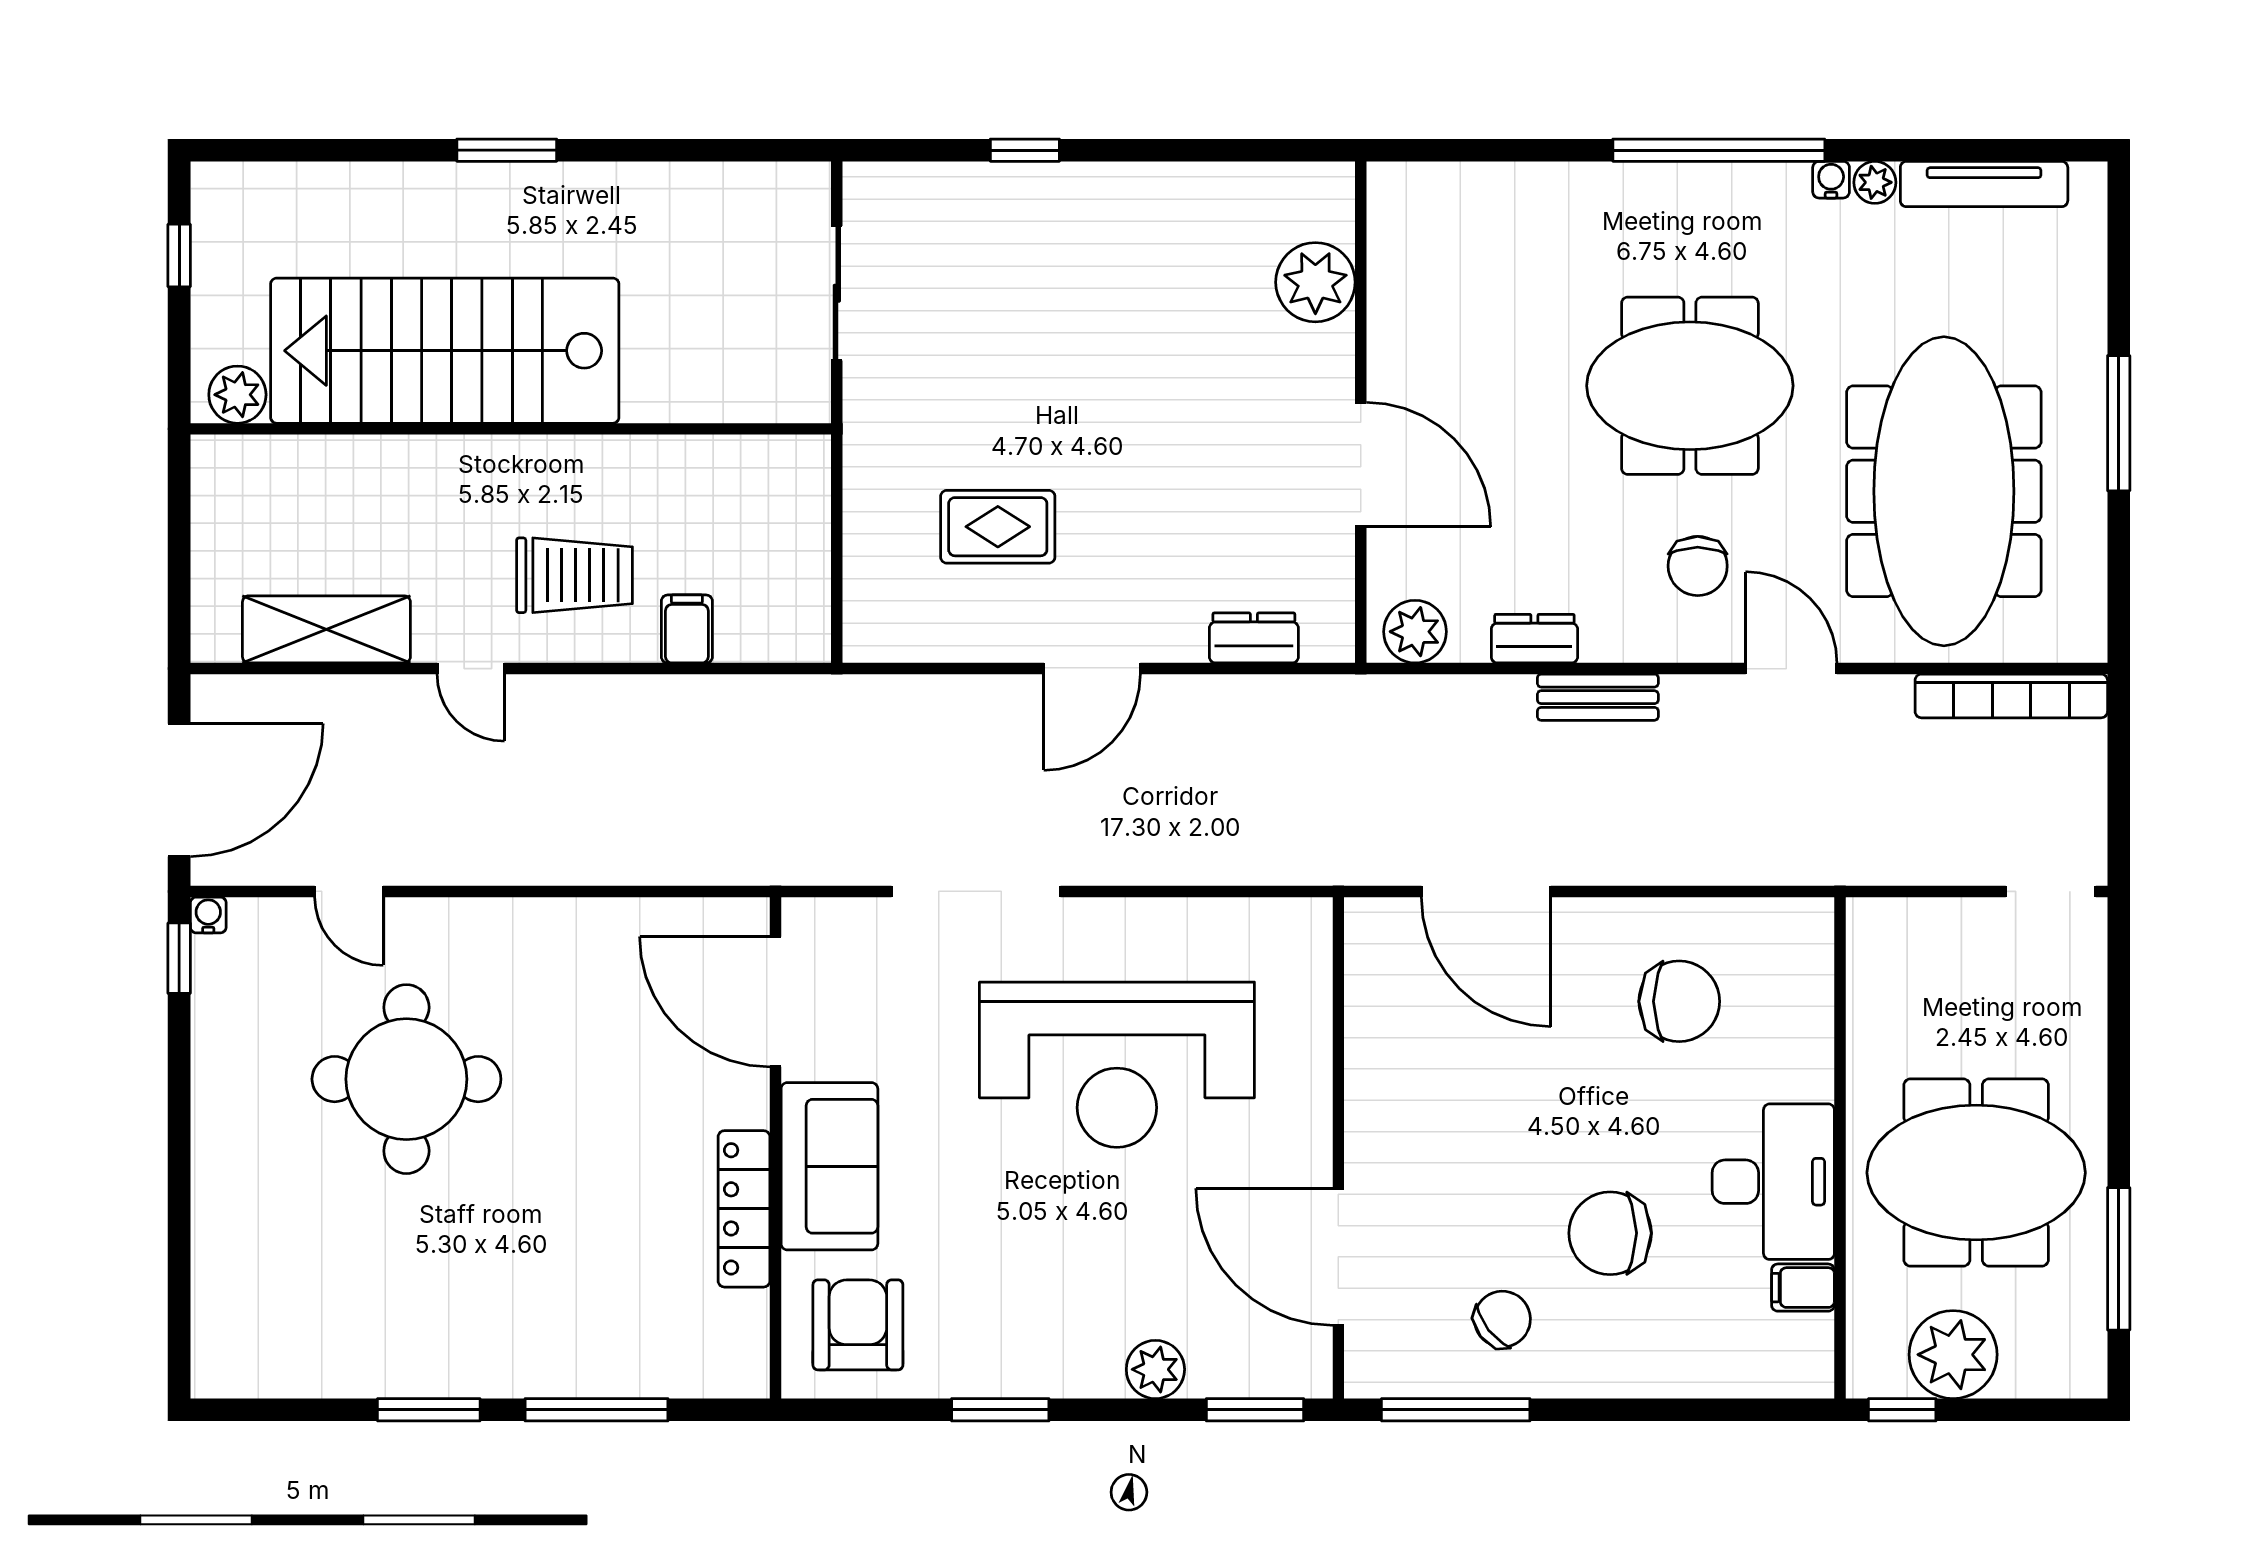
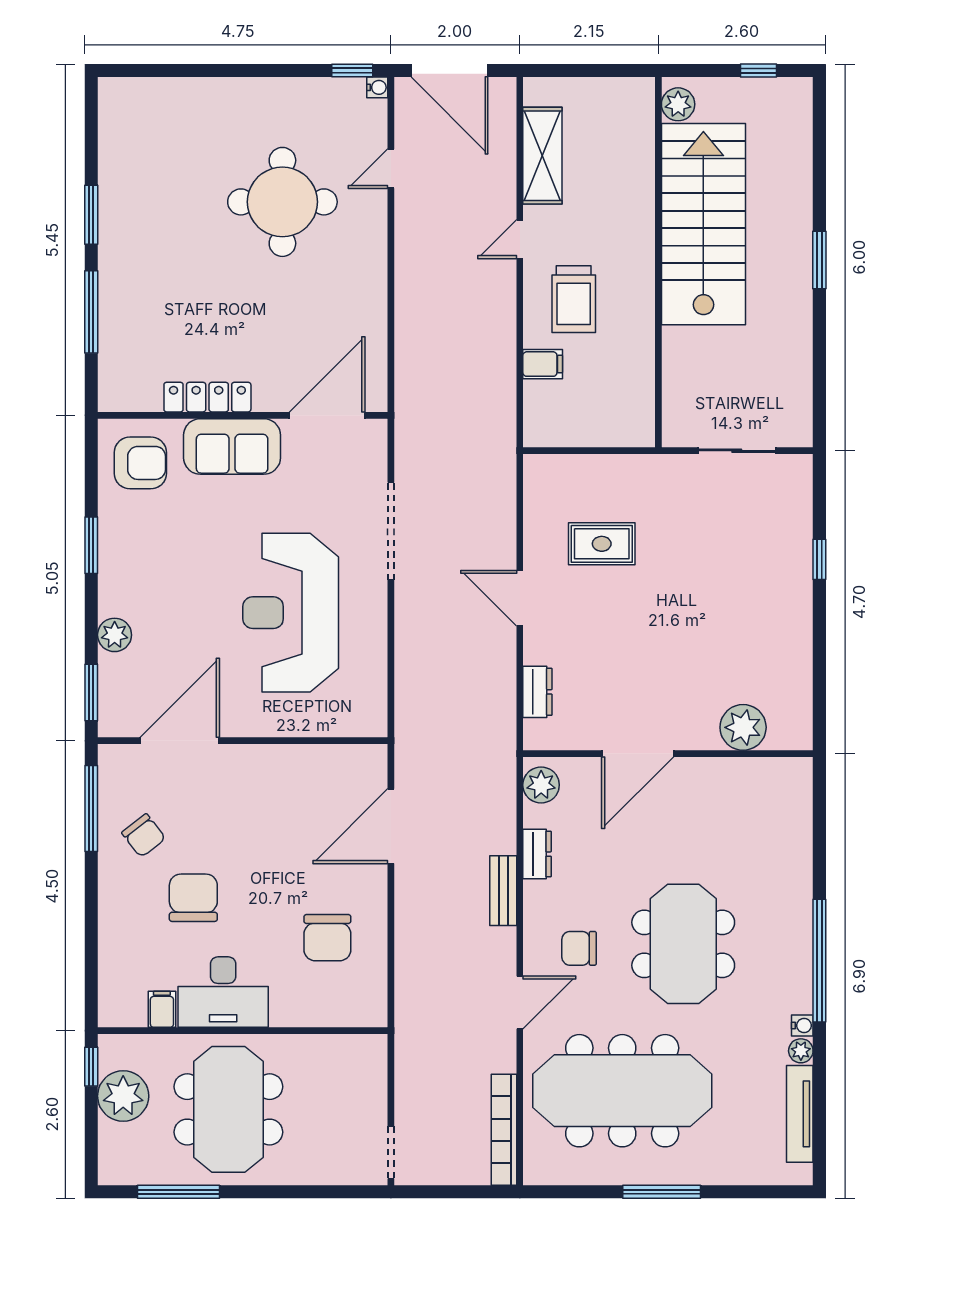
rug: (998, 527) -> (602, 544), turned 90

